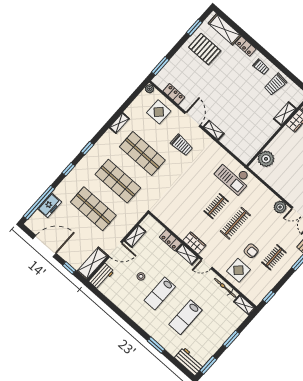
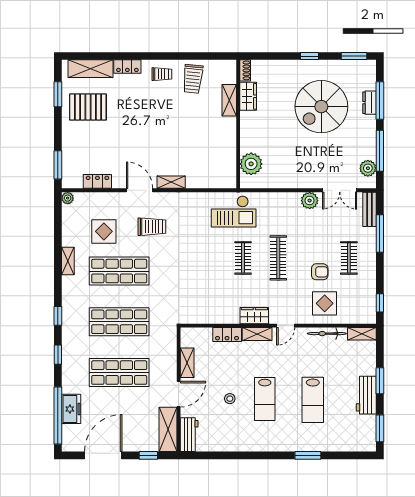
display table: (159, 112) -> (104, 231), moved
workbench: (189, 361) -> (366, 395), moved, turned -90

